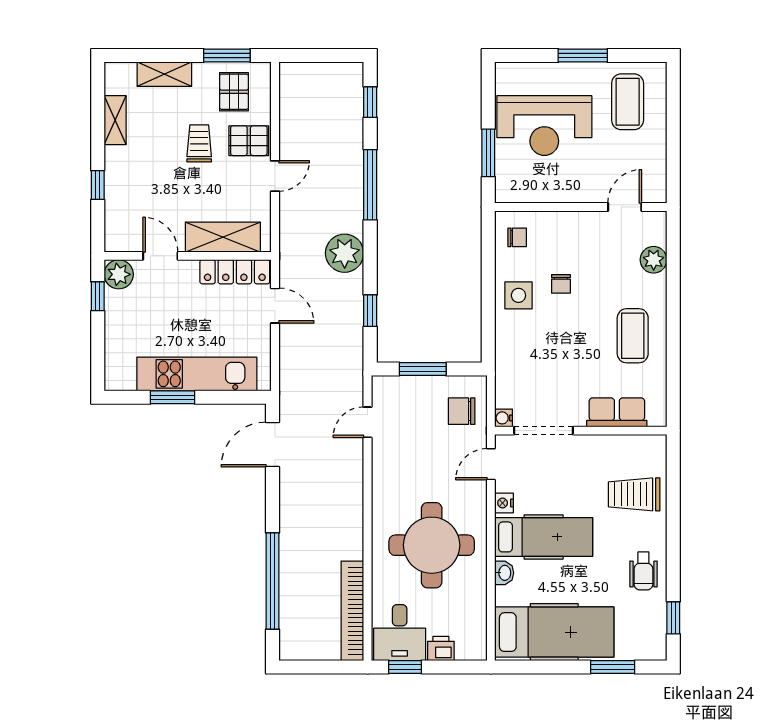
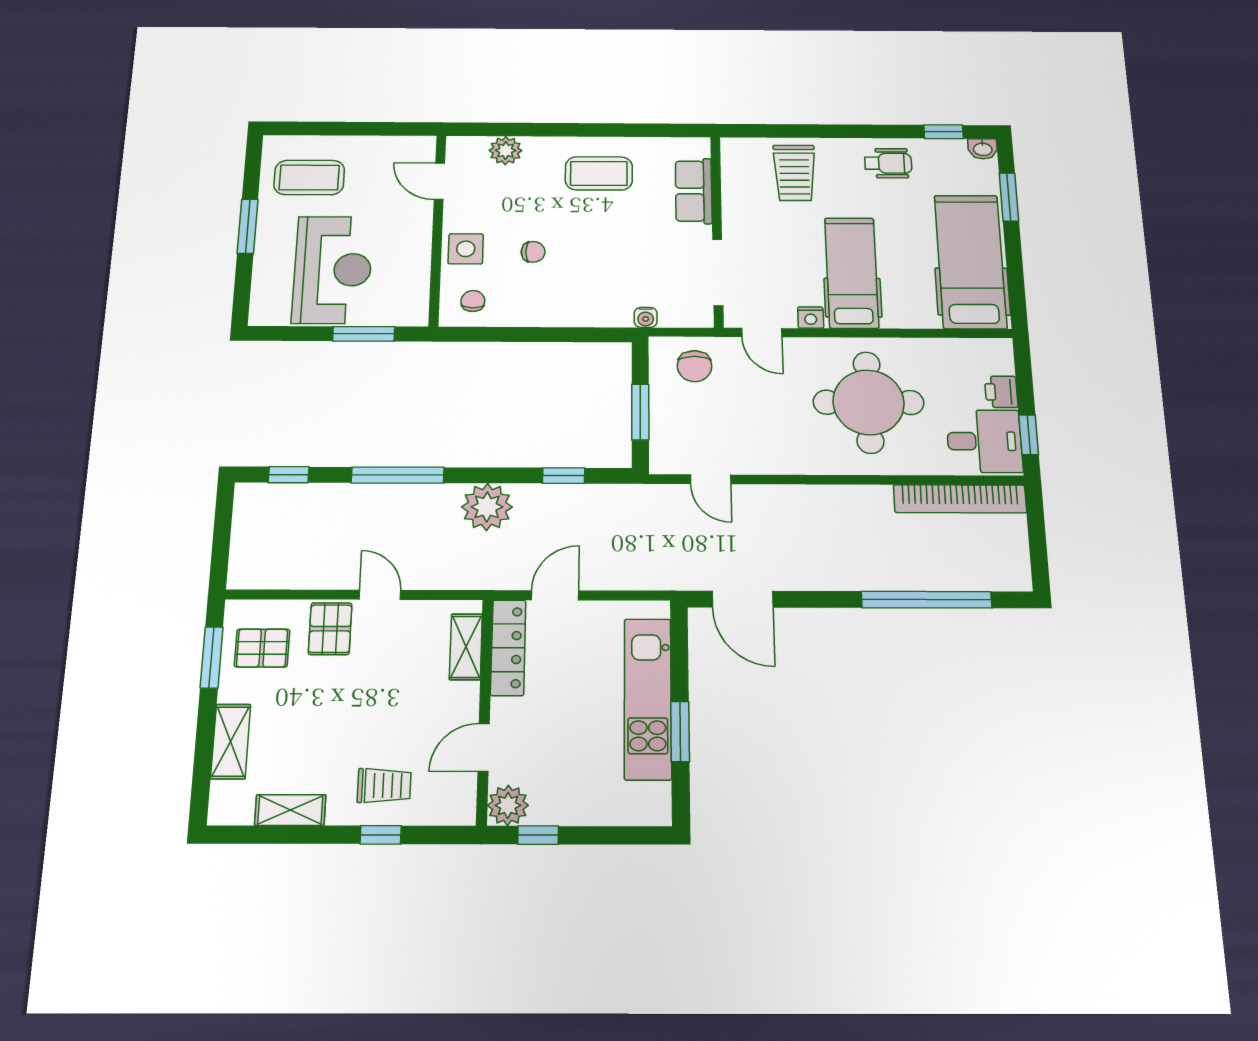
trolley: (199, 143) -> (384, 786), moved, turned 180
shelving: (223, 237) -> (466, 647), width x0.67, depth x0.75
side table: (518, 295) -> (466, 249), moved
water cooler: (504, 418) -> (646, 317), moved
washbasin: (504, 573) -> (983, 149), moved, turned 180

